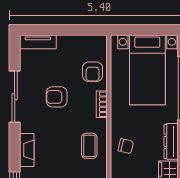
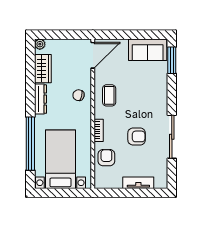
tv unit: (38, 42) -> (138, 183), moved
fireplace: (27, 150) -> (162, 92), removed

